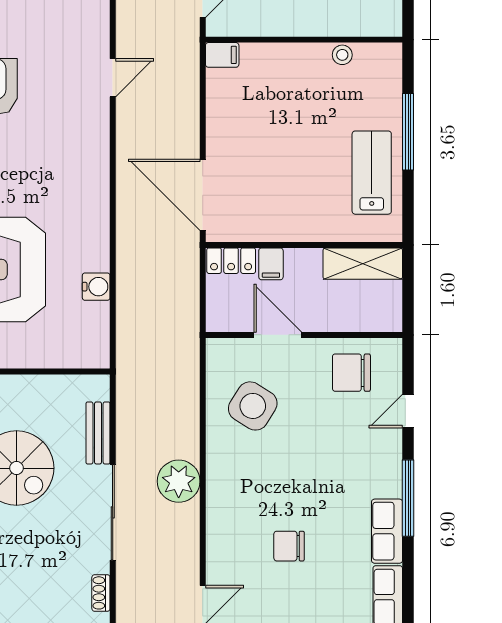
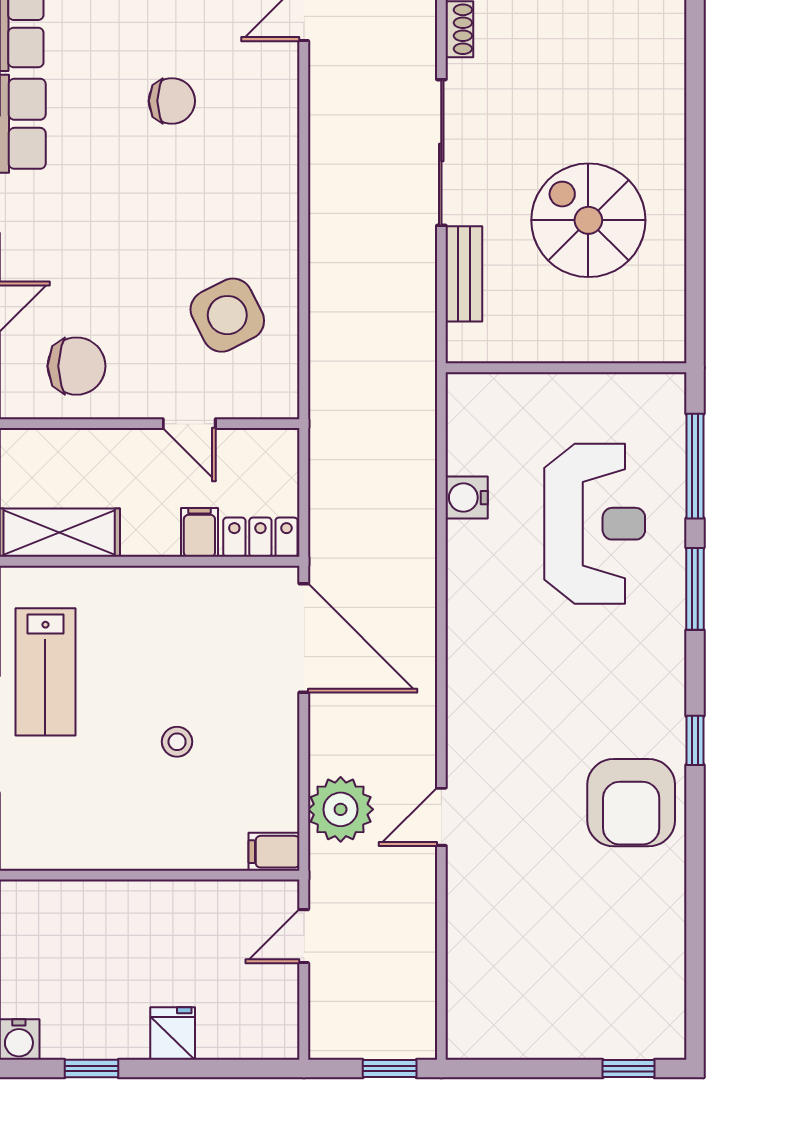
stool: (342, 55) -> (177, 742), moved
door: (278, 335) -> (189, 424), width x0.73
side table: (253, 406) -> (227, 315), turned 31
plant: (179, 481) -> (341, 809), moved

